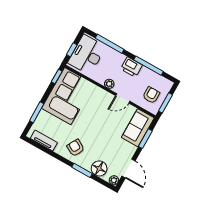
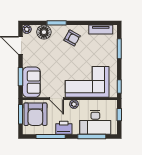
desk: (87, 55) -> (95, 122), moved, turned 90
armchair: (151, 95) -> (35, 114), width x1.88, depth x1.88
corner sofa: (68, 96) -> (87, 82), moved, turned 90
door: (123, 98) -> (57, 99), swing flipped

